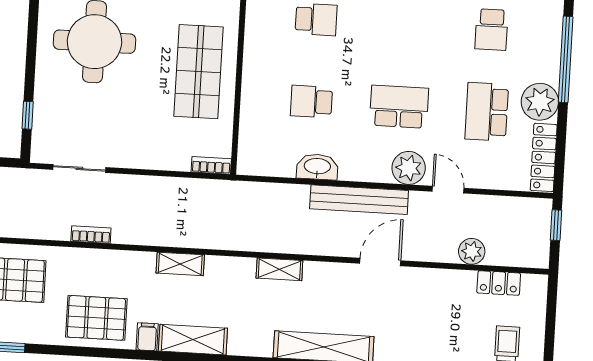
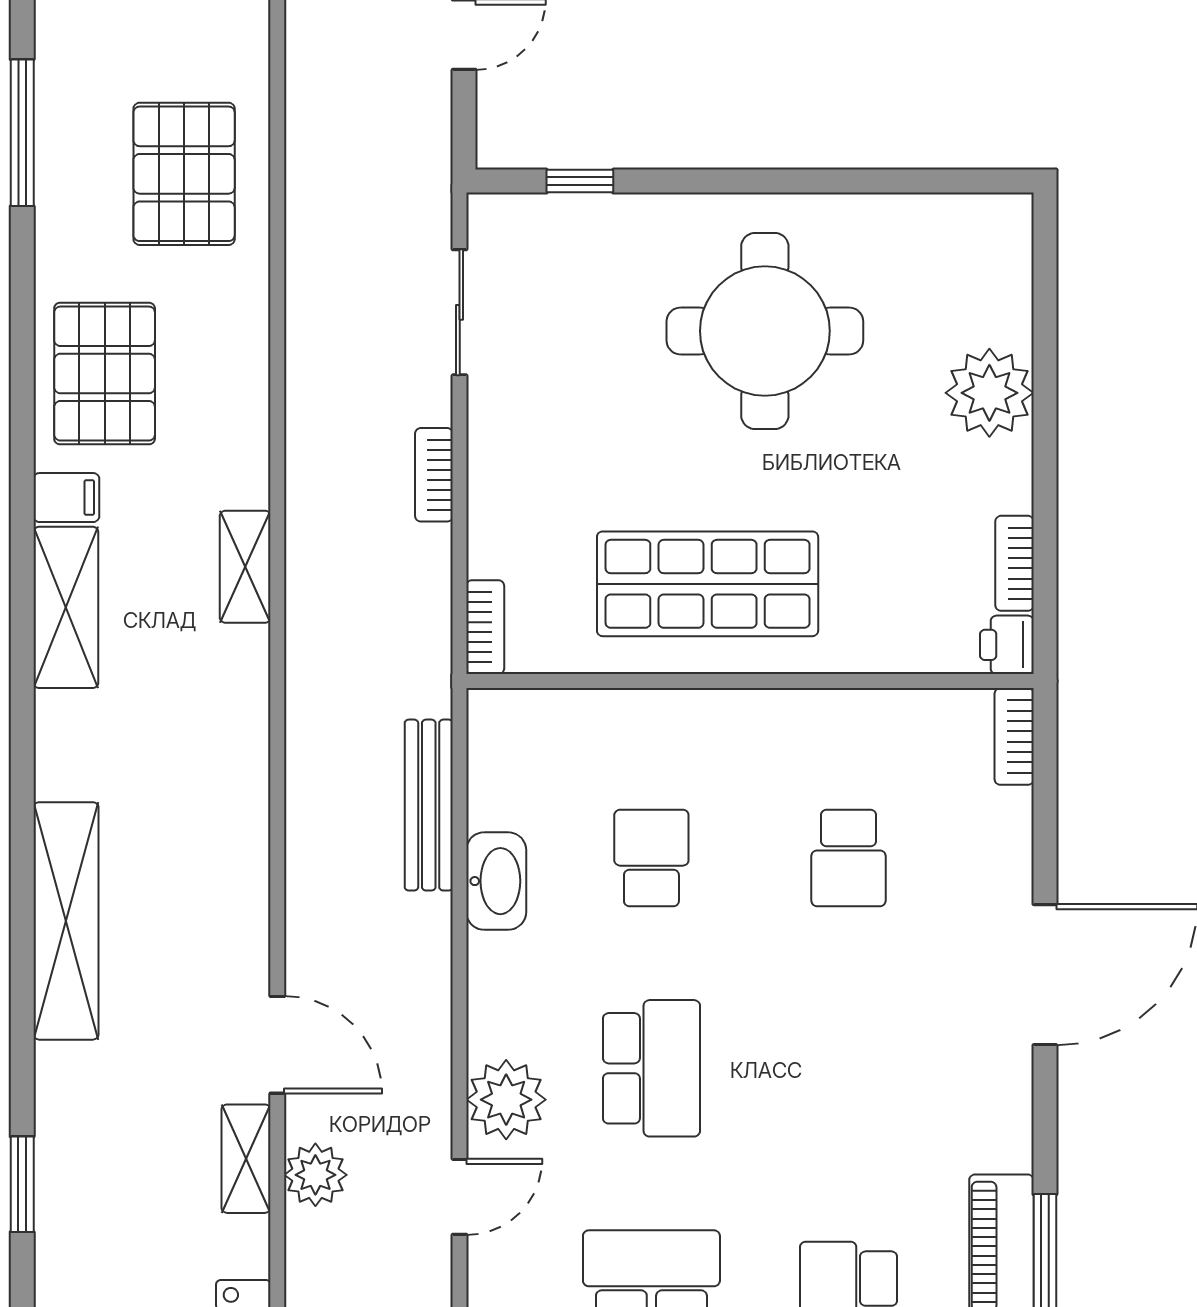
bench: (359, 200) -> (429, 805), moved, width x0.73, depth x0.82
bookcase: (91, 235) -> (434, 475), moved, turned 180
plant: (472, 251) -> (315, 1175), moved
shelving: (279, 269) -> (246, 1159), moved

